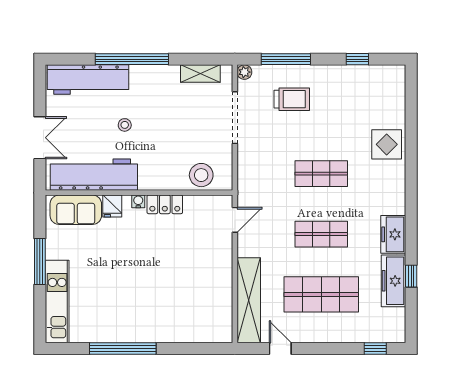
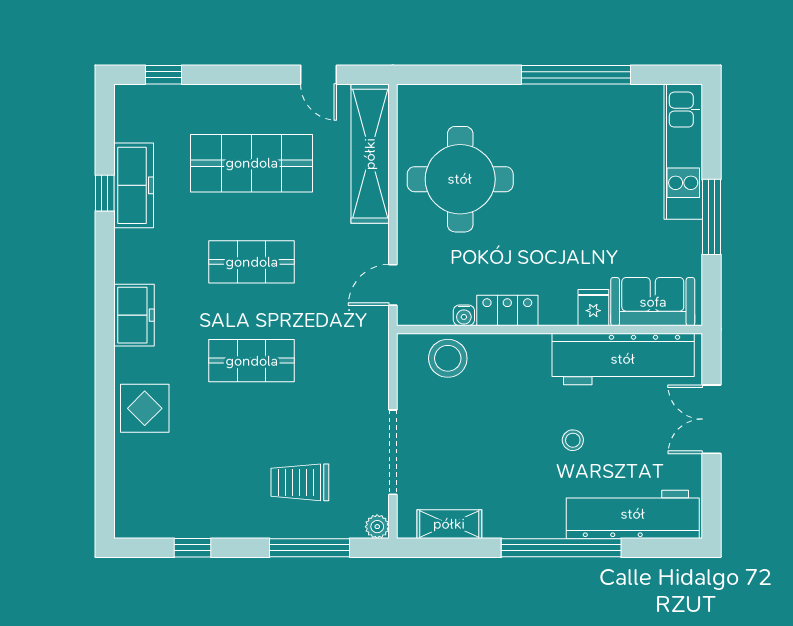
water cooler: (138, 201) -> (464, 315), moved
freezer: (393, 234) -> (134, 315), moved
round table: (194, 285) -> (460, 179), added

